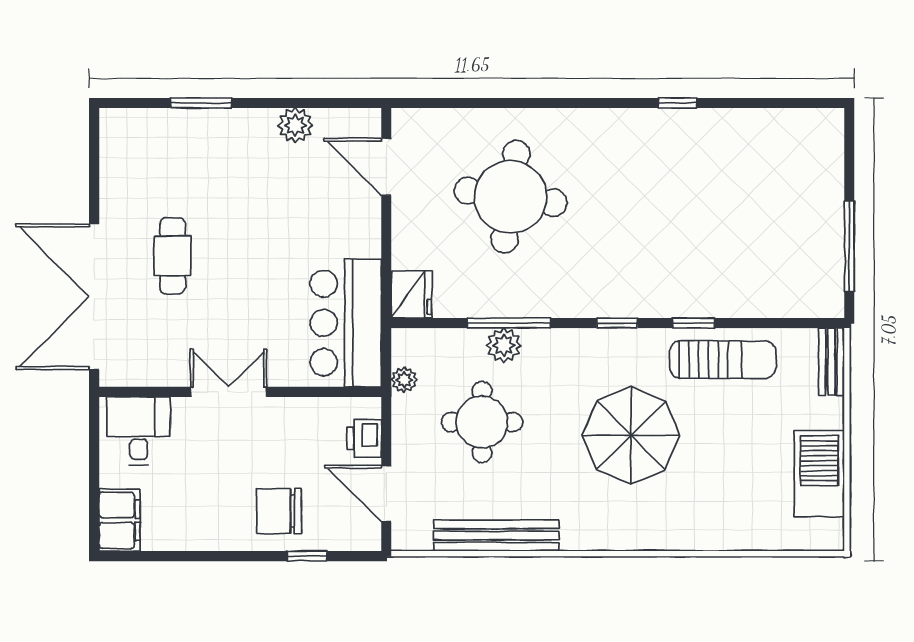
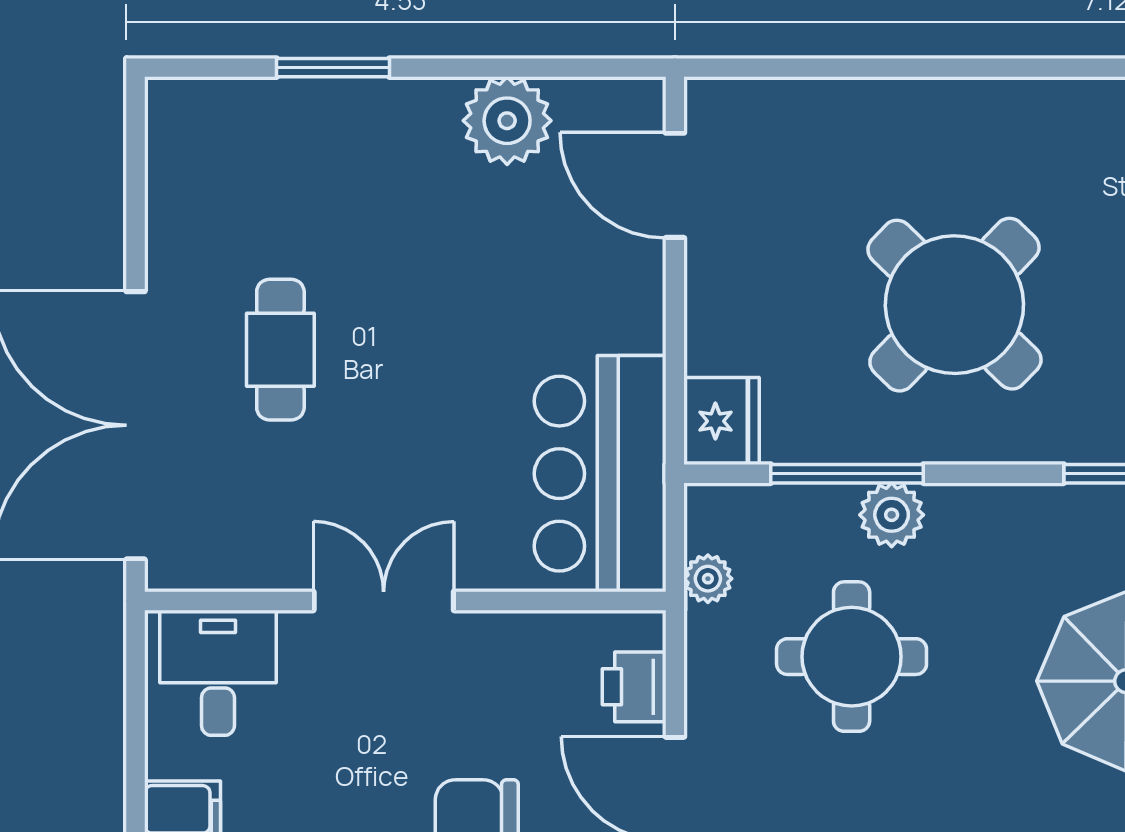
plant: (295, 125) -> (507, 121), width x1.36, depth x1.36
round table: (510, 197) -> (954, 305), moved, turned 36
window: (509, 323) -> (847, 474), moved

